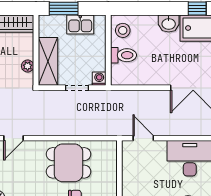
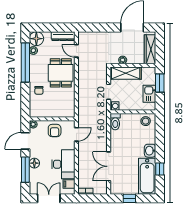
toilet: (124, 55) -> (115, 122), moved
dining table: (69, 163) -> (61, 73), moved
armchair: (137, 172) -> (55, 131), added

